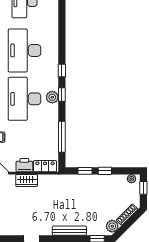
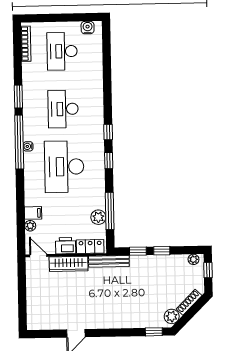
desk: (25, 50) -> (63, 109), width x0.73, depth x0.77
plant: (52, 97) -> (98, 217), moved
wardrobe: (27, 180) -> (69, 264), width x1.50
bench: (69, 231) -> (109, 261), moved

